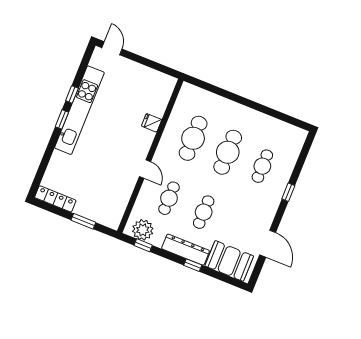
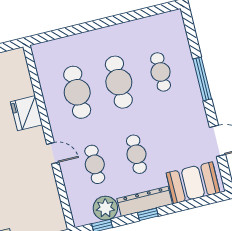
fridge: (152, 123) -> (26, 113), width x1.88, depth x1.34
window: (288, 192) -> (202, 79), width x2.17
plant: (143, 230) -> (105, 208), moved
window: (193, 265) -> (148, 214), moved

